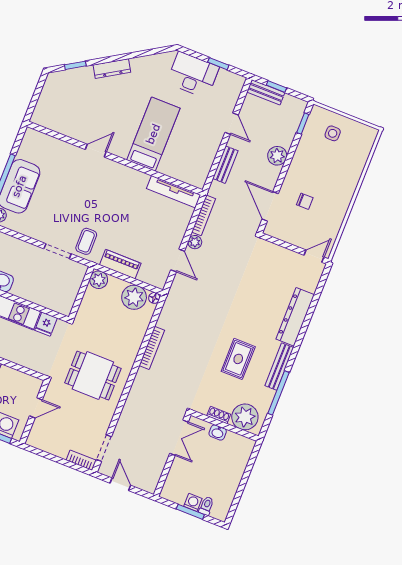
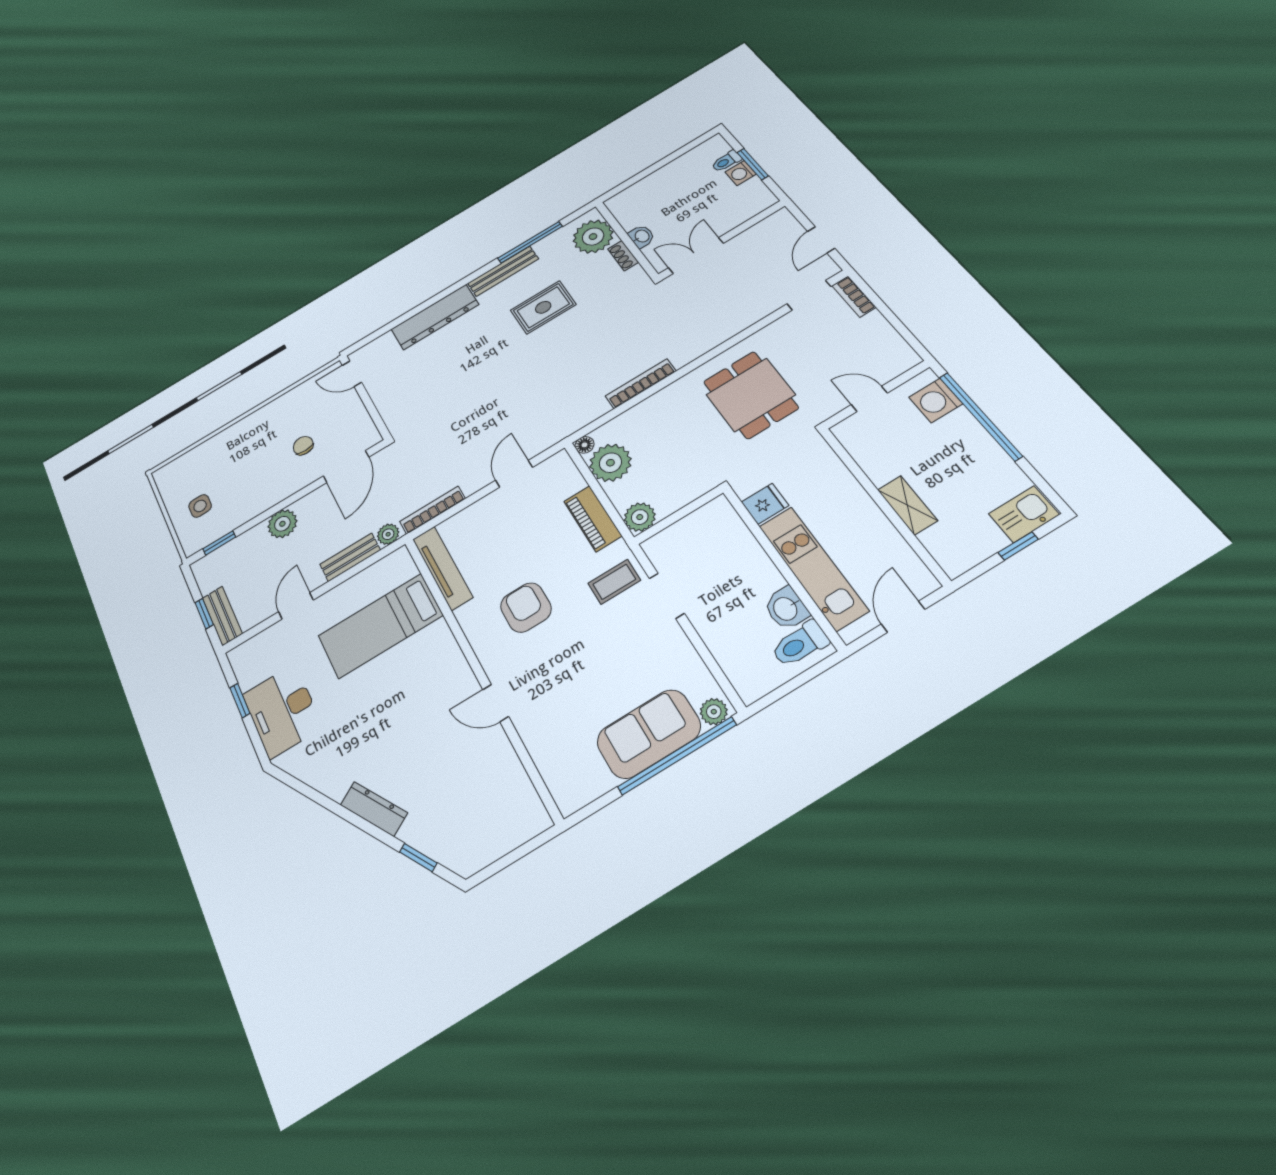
bed: (153, 134) -> (380, 626), moved
armchair: (118, 202) -> (526, 607), added
plant: (195, 242) -> (388, 534), moved

